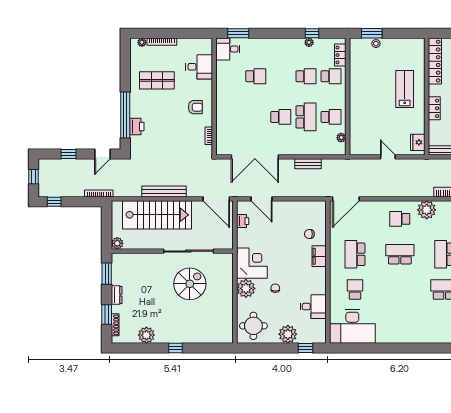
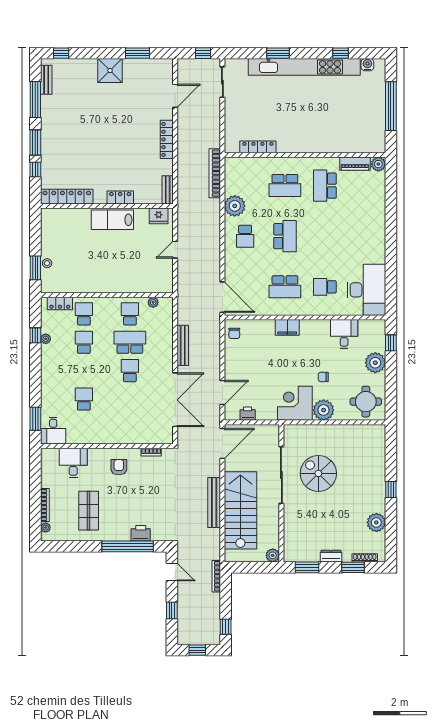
lab bench: (405, 89) -> (112, 220), moved
bench: (308, 164) -> (183, 345), width x1.36
chair: (309, 234) -> (234, 333), moved
school desk: (400, 254) -> (285, 236), turned 180

